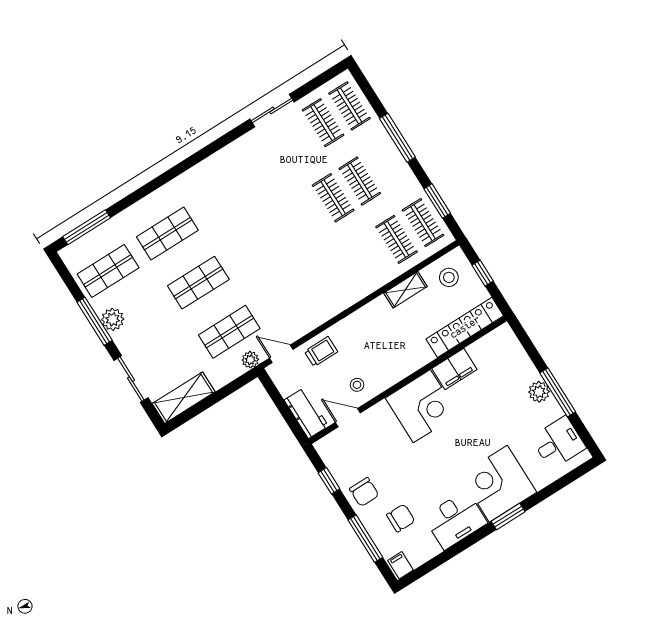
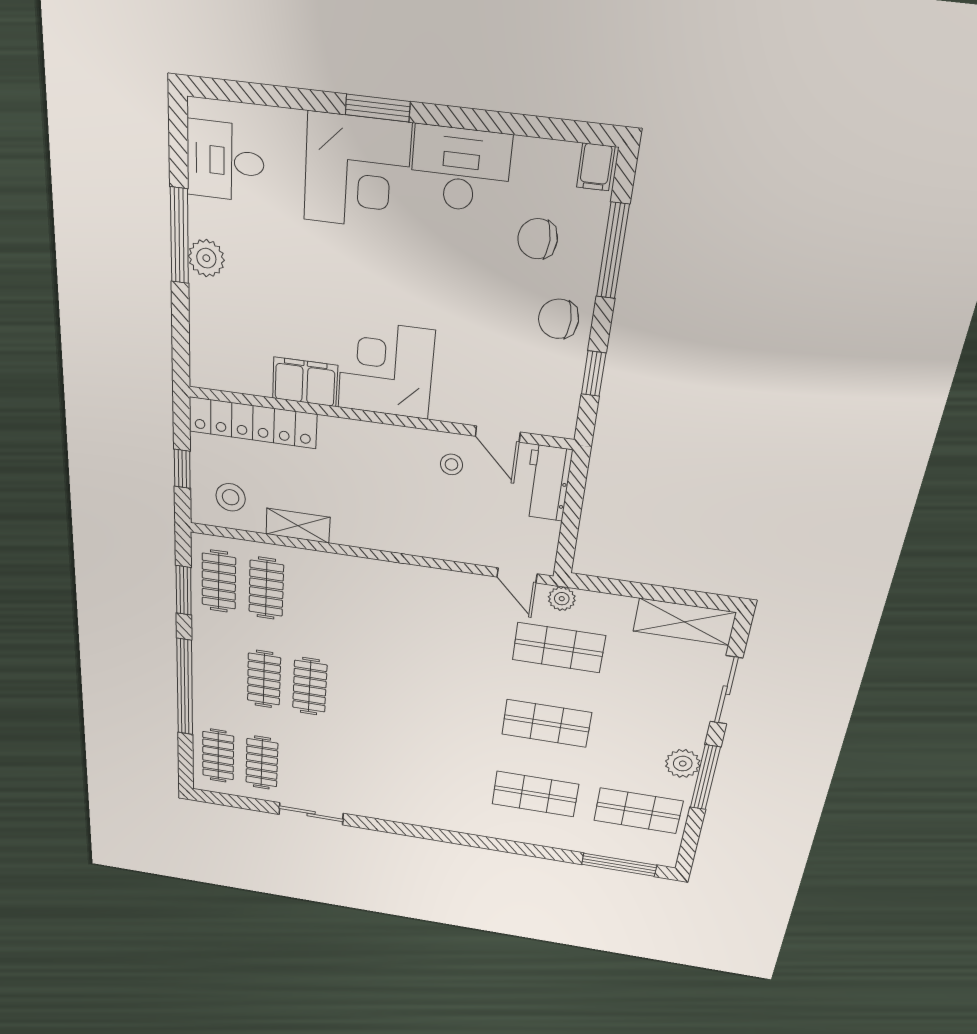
window: (397, 138) -> (185, 687), width x1.46
trolley: (321, 352) -> (465, 539), removed
chair: (364, 492) -> (559, 319), turned -90

